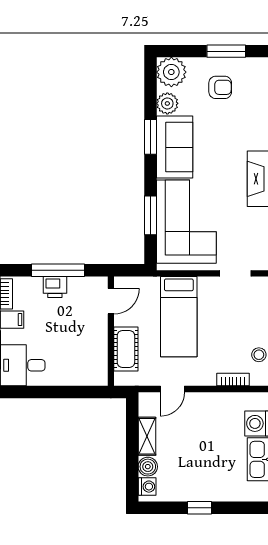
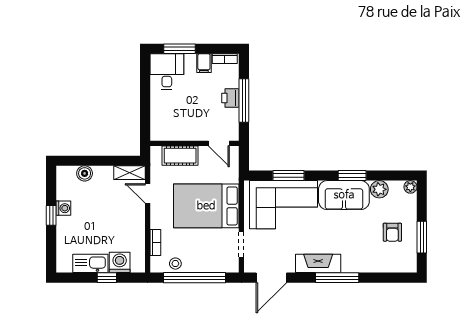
plant: (171, 72) -> (410, 187), width x0.53, depth x0.53
bed: (179, 317) -> (206, 206), width x1.50
shelving: (147, 436) -> (130, 173), moved
washing machine: (147, 487) -> (63, 208), moved, turned -90

